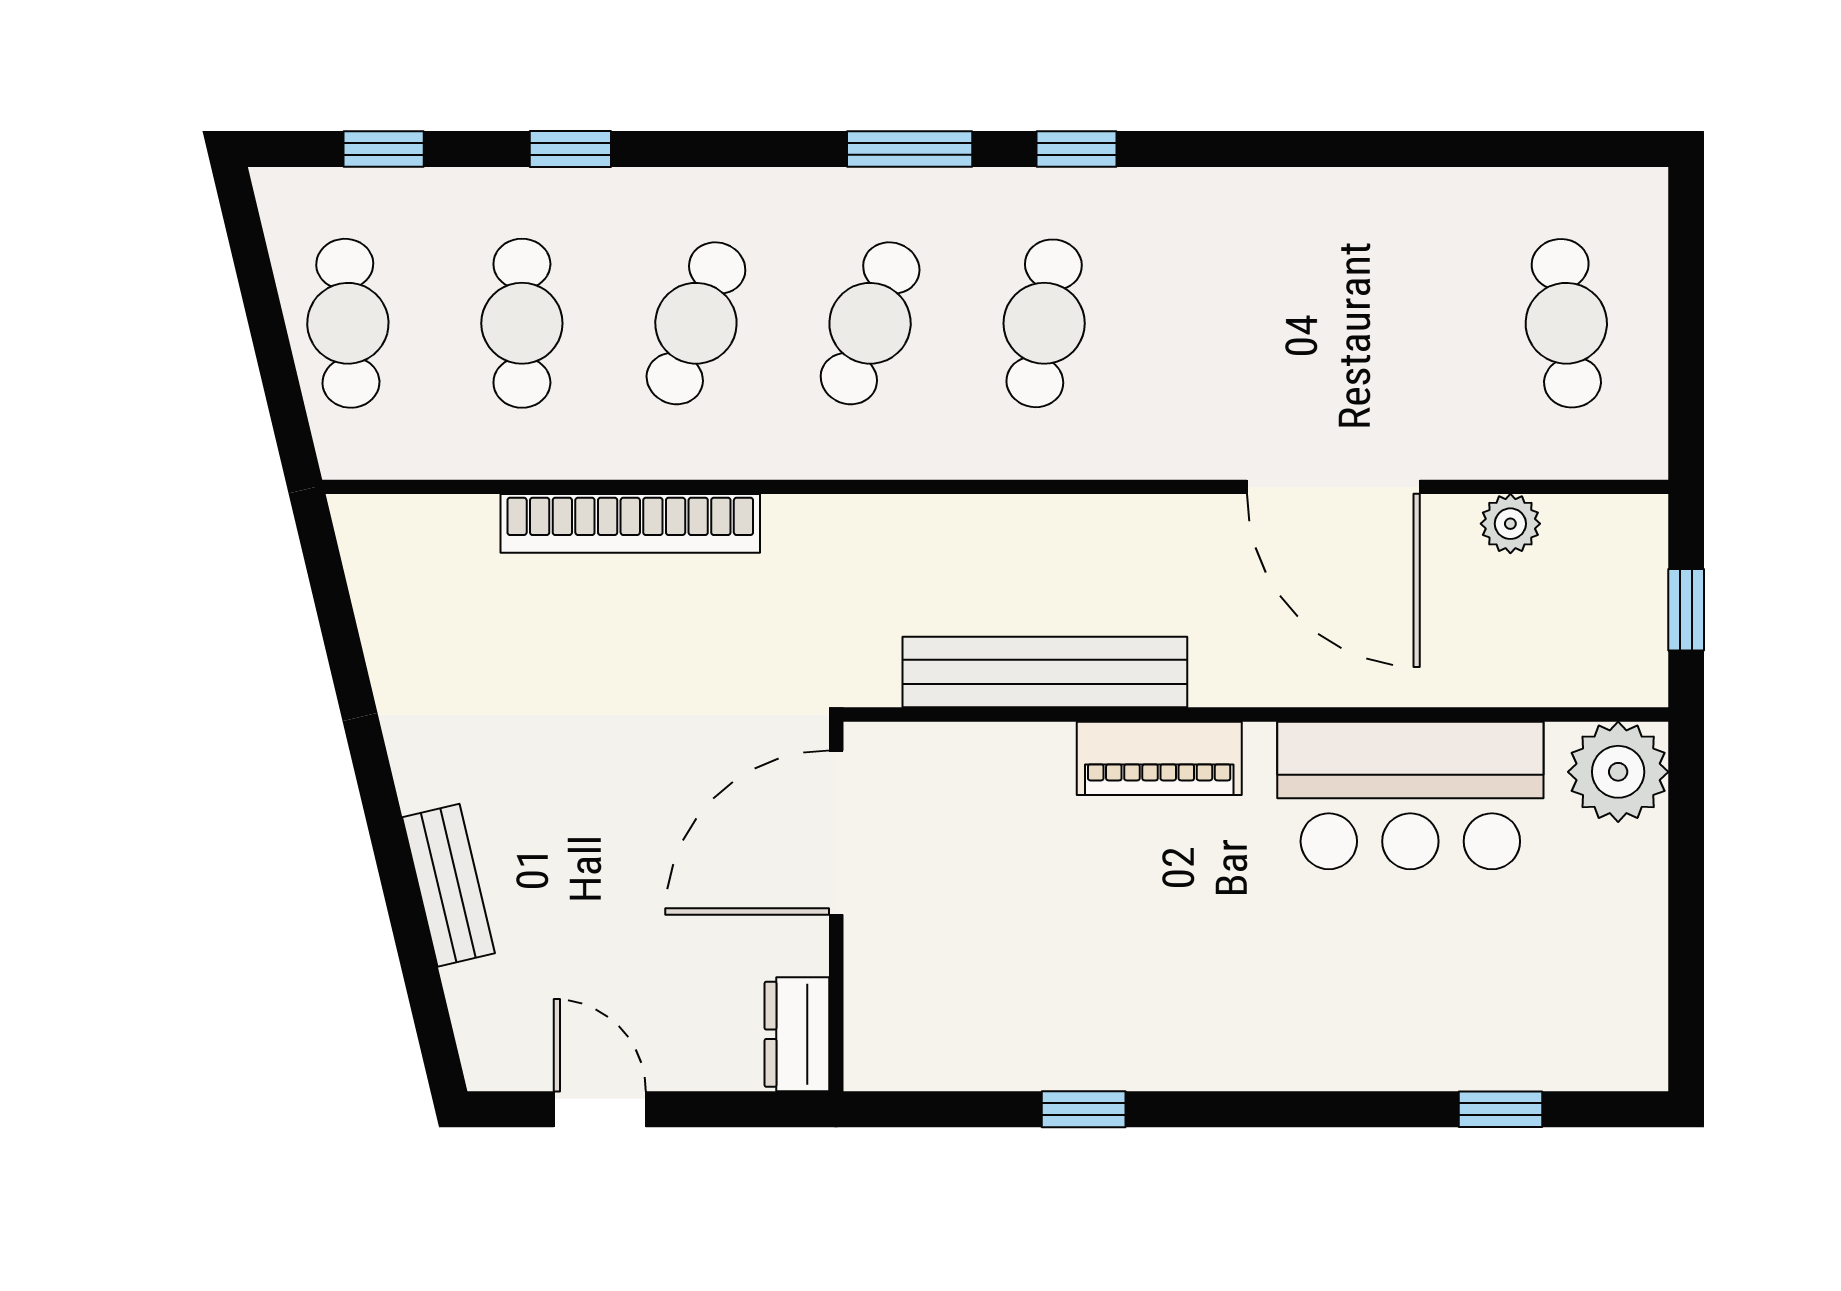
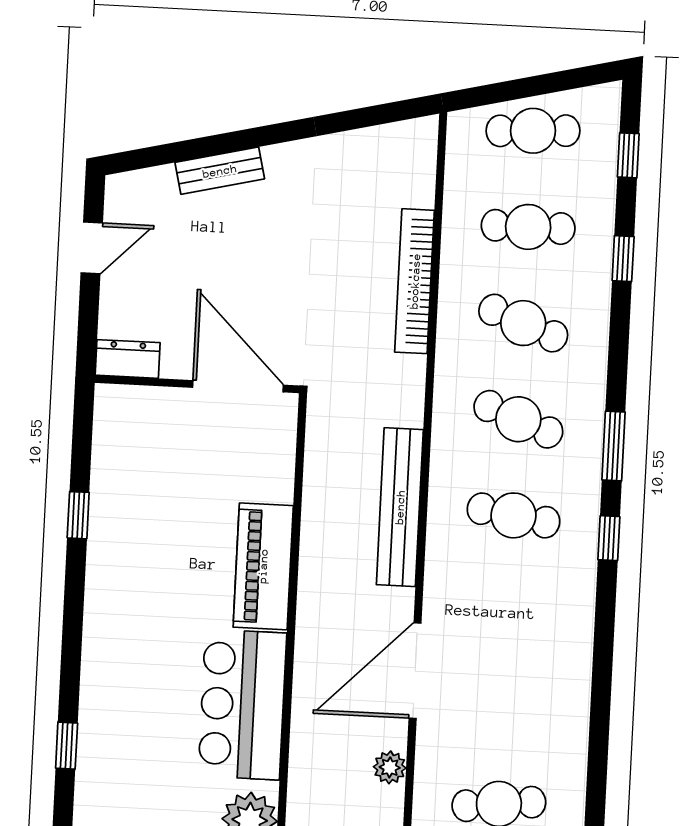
bench: (1045, 672) -> (400, 507), moved
piano: (1159, 758) -> (263, 566), width x1.37, depth x1.33

